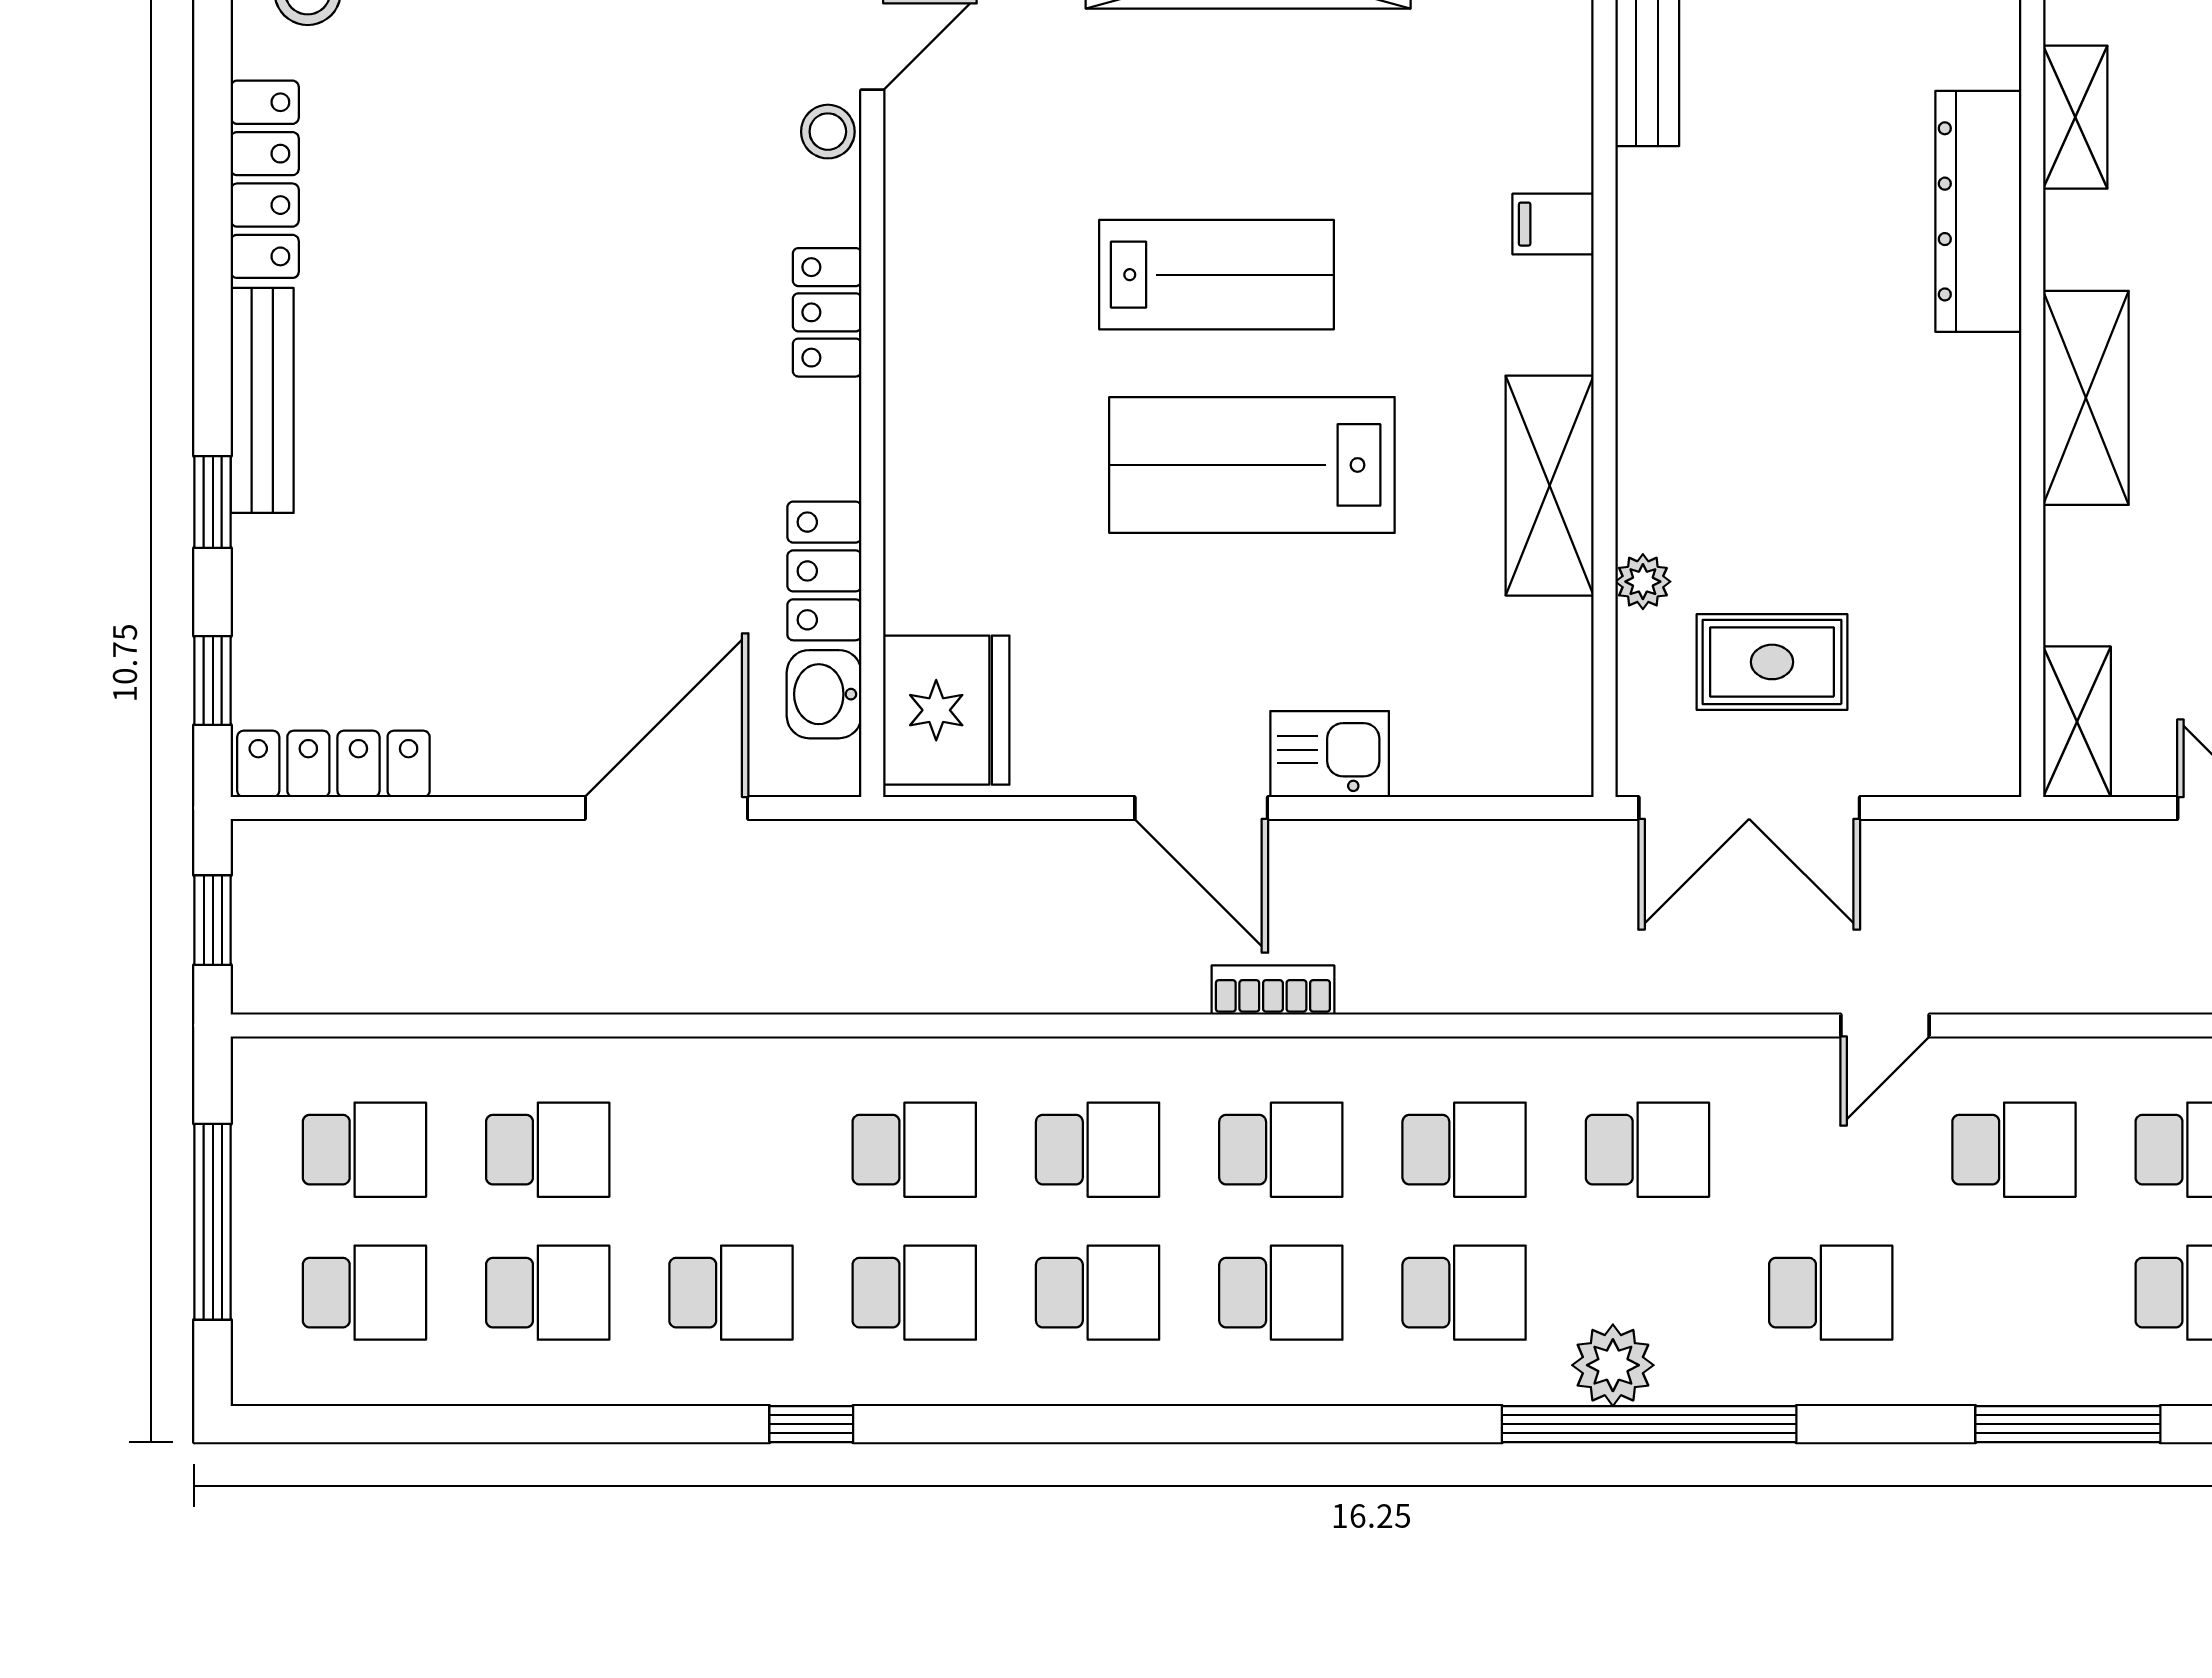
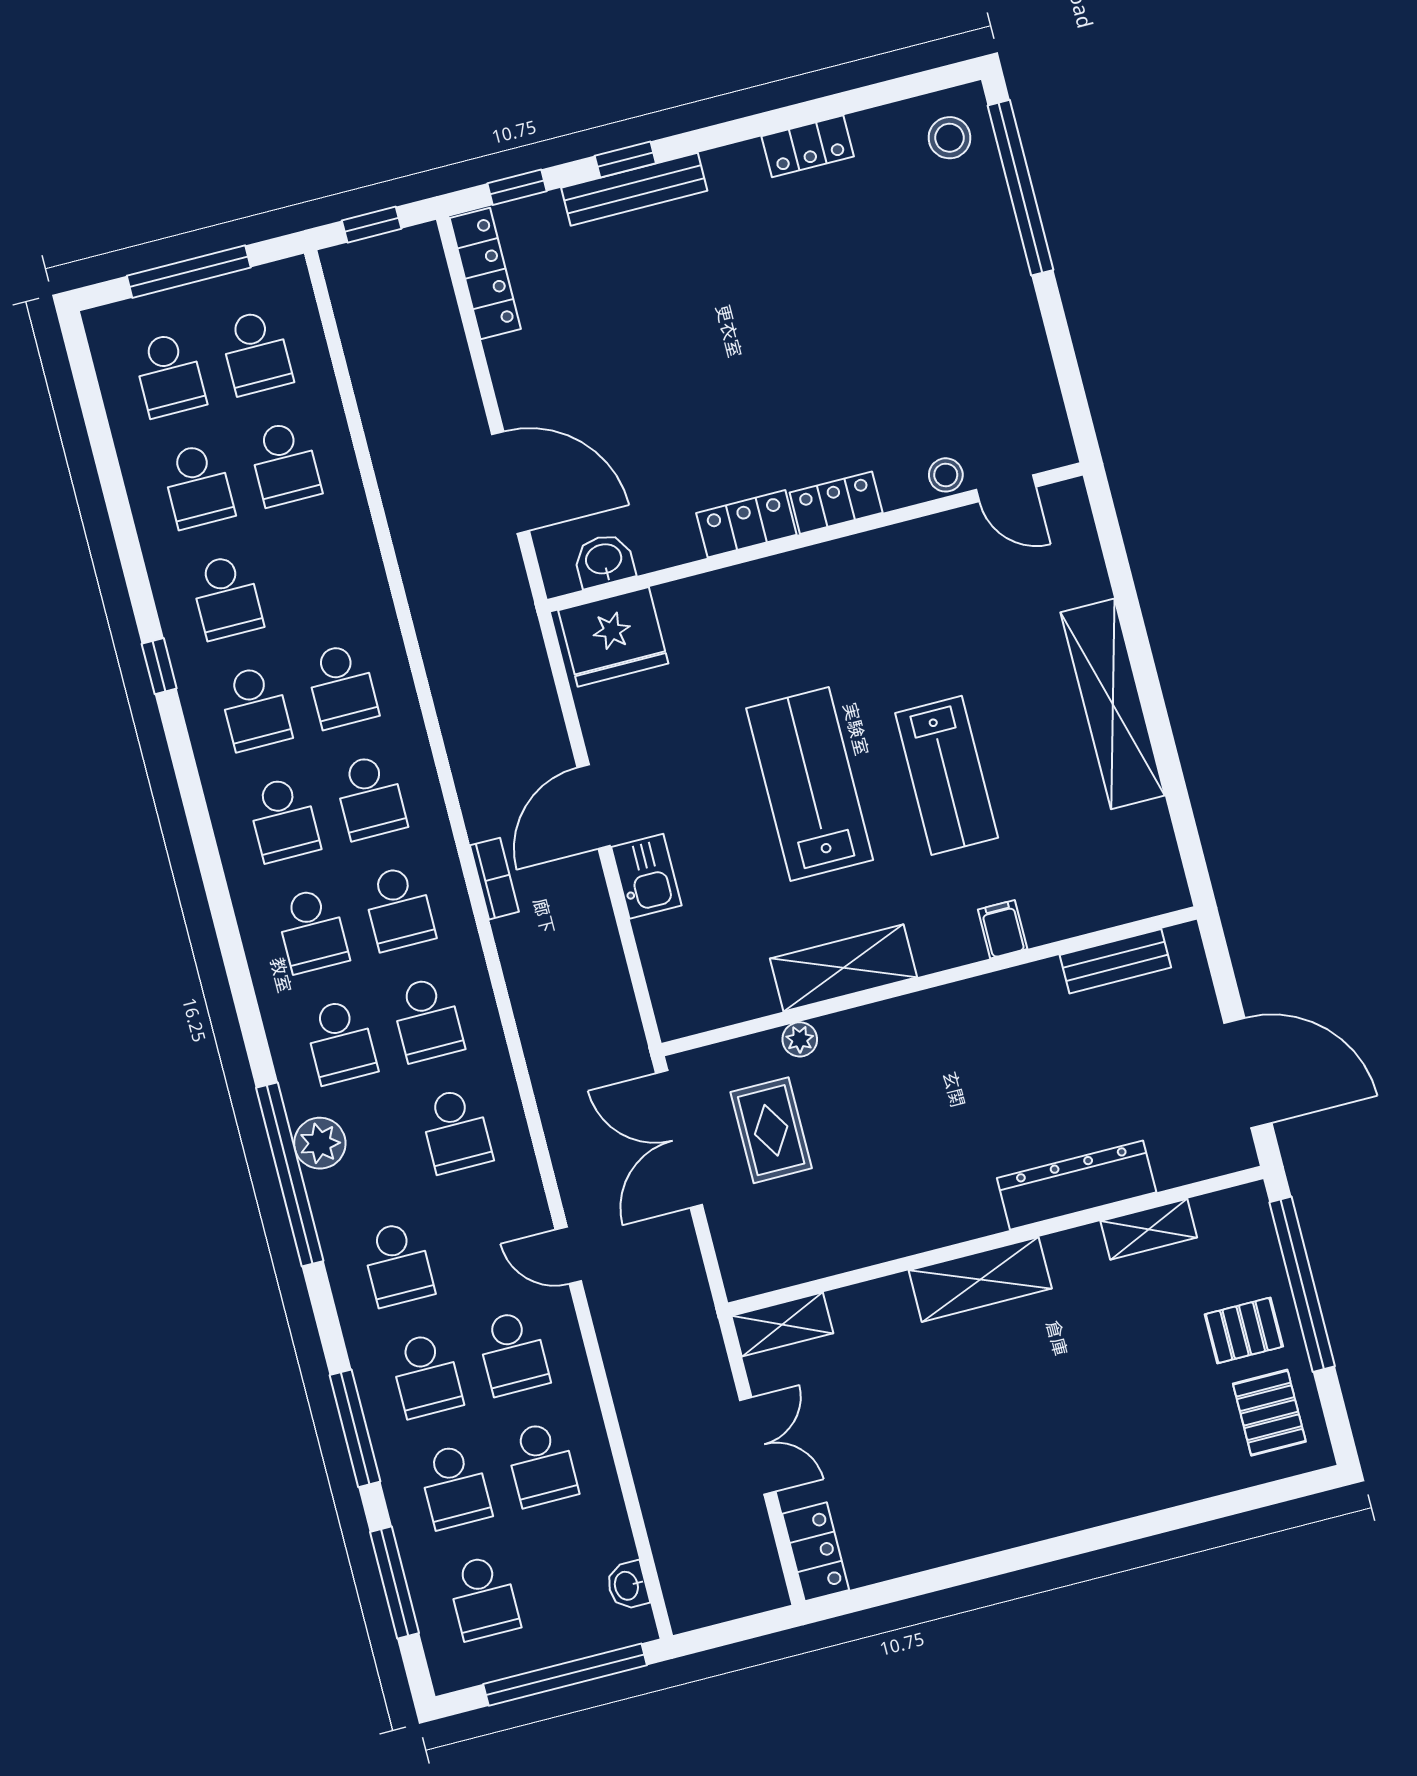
locker: (265, 179) -> (808, 146), width x0.66
lab bench: (1217, 275) -> (947, 775), moved
bench: (262, 400) -> (634, 189), moved
locker: (824, 571) -> (746, 524), moved
school desk: (2014, 1293) -> (426, 1375), added

